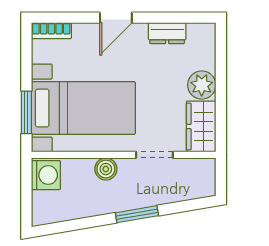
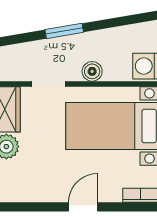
dresser: (167, 33) -> (37, 193), removed

